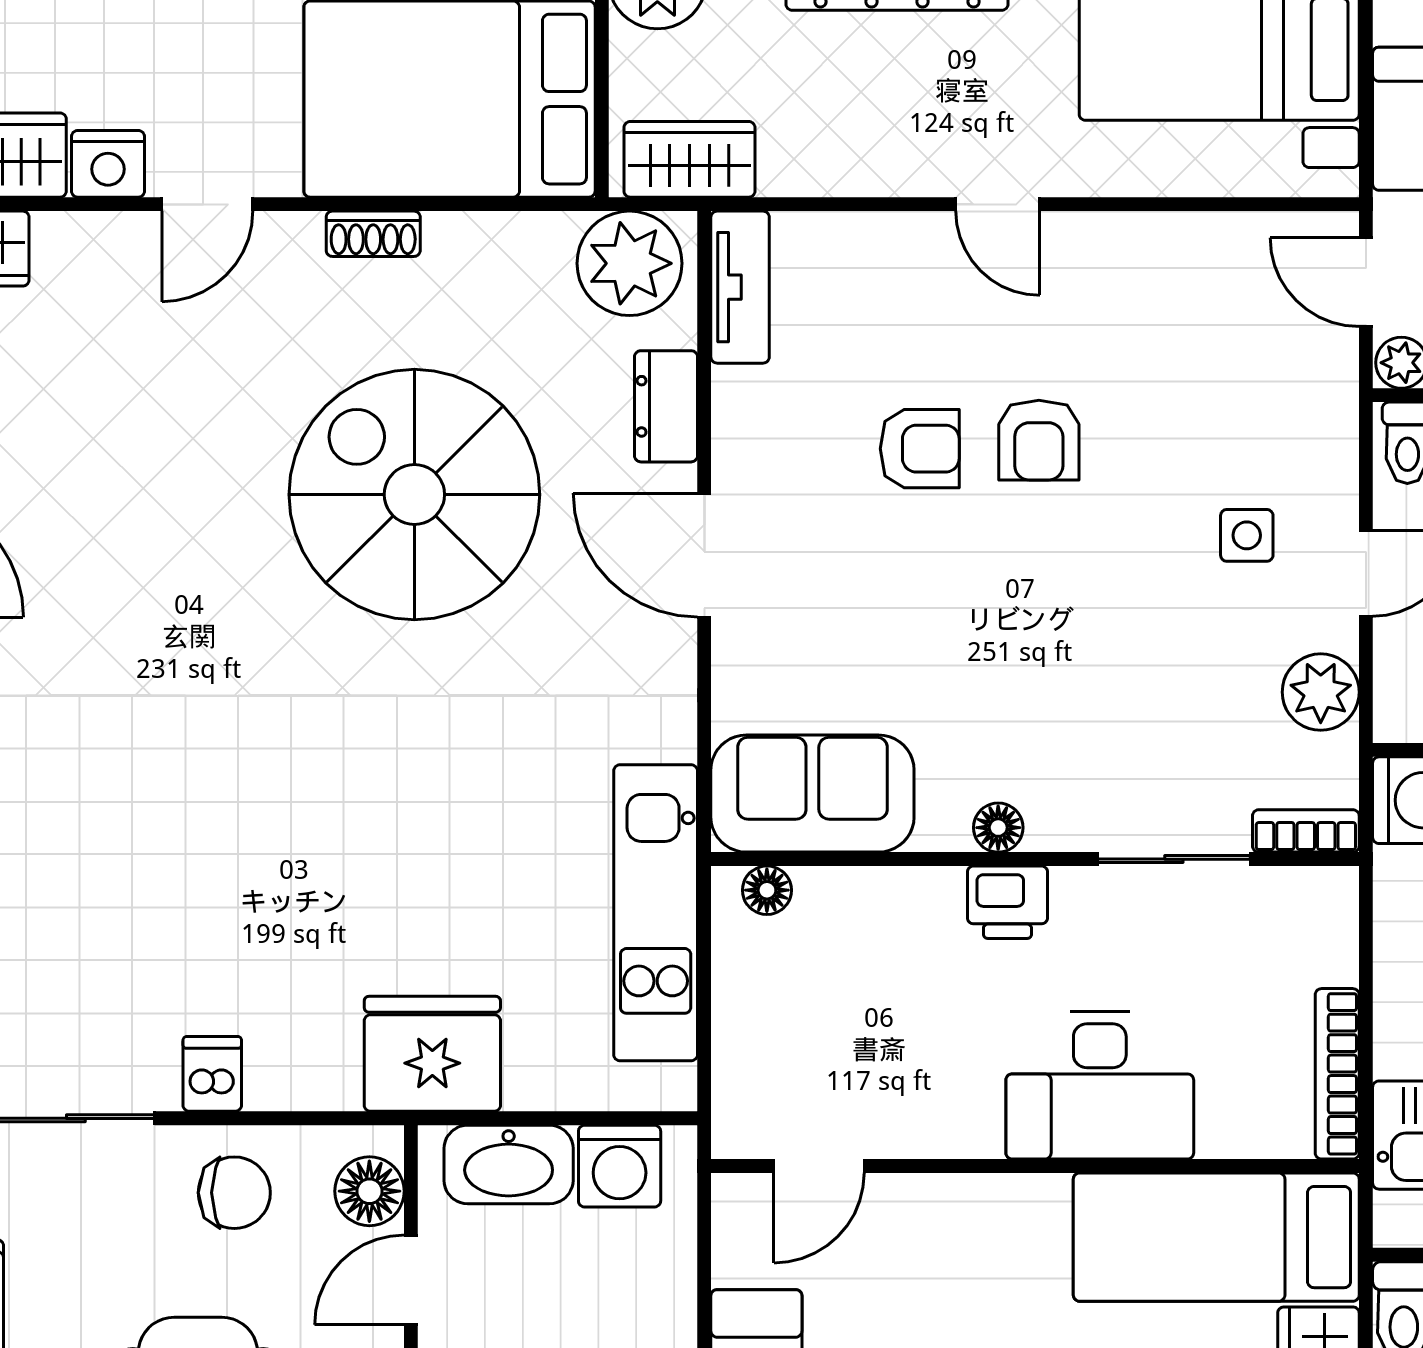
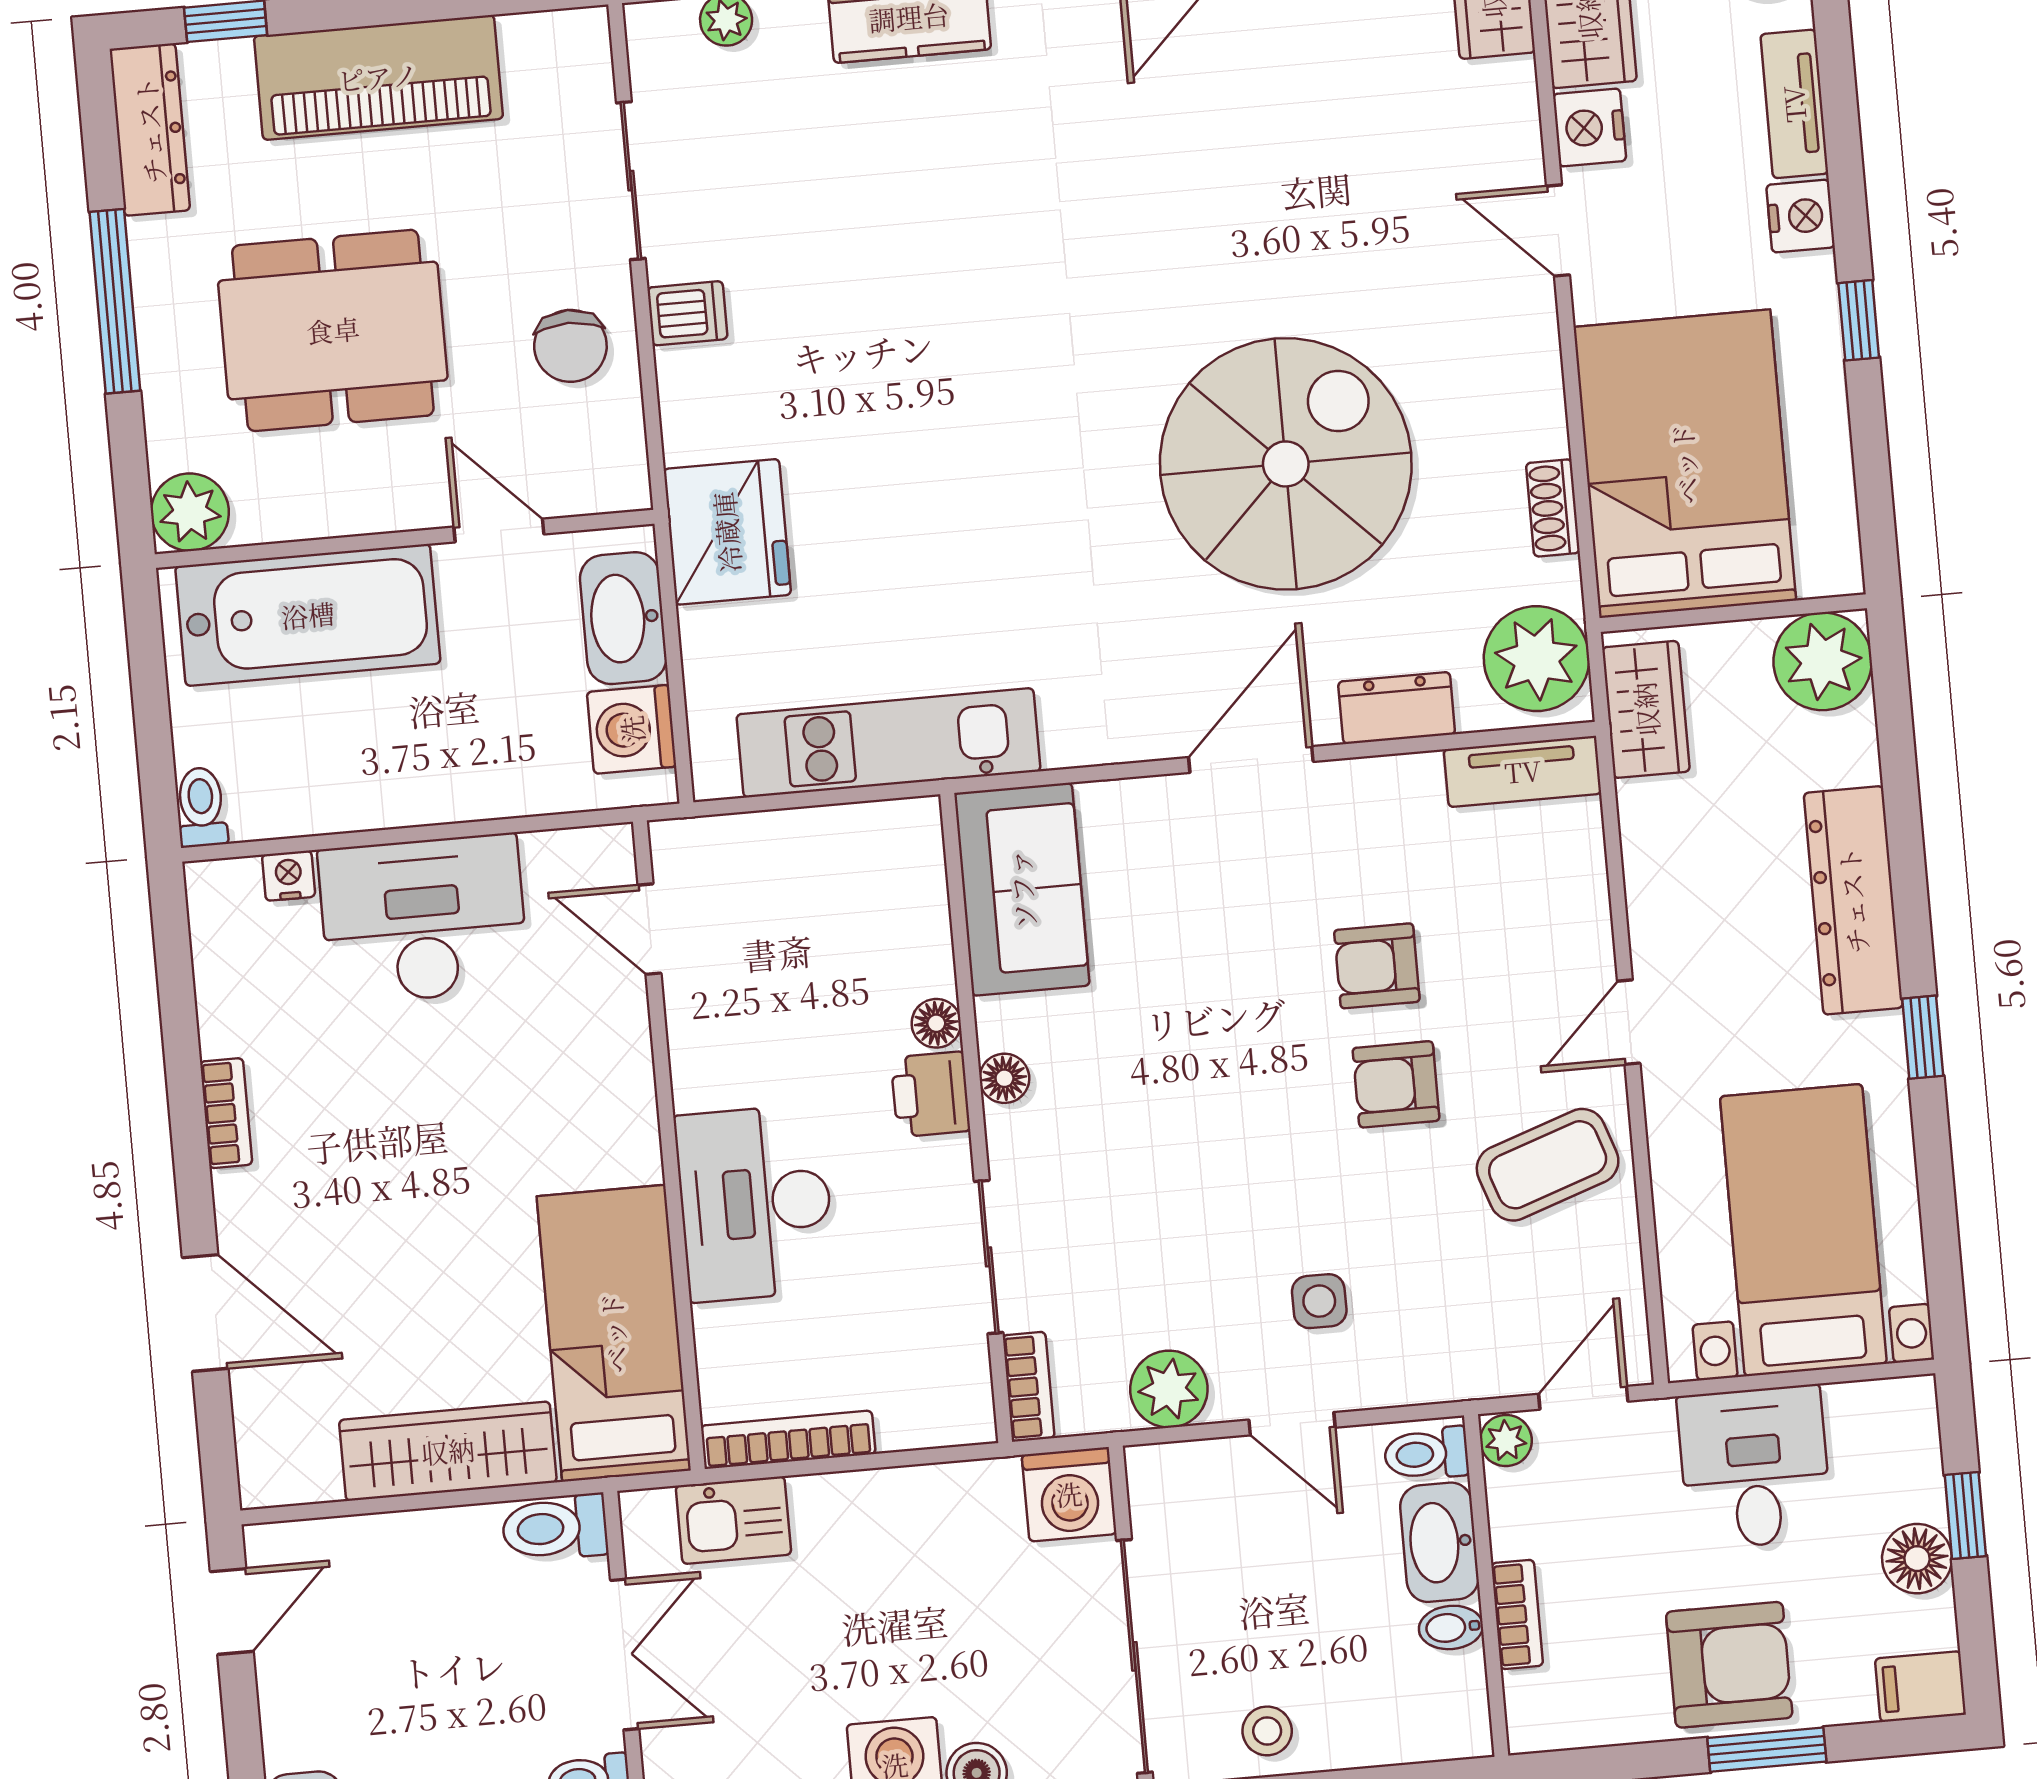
shoe rack: (373, 234) -> (1553, 508), moved
coffee table: (1132, 297) -> (1548, 1165), added
armchair: (920, 449) -> (1377, 966), turned 90
floor lamp: (767, 890) -> (936, 1023), moved
floor lamp: (369, 1191) -> (584, 481), removed

